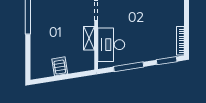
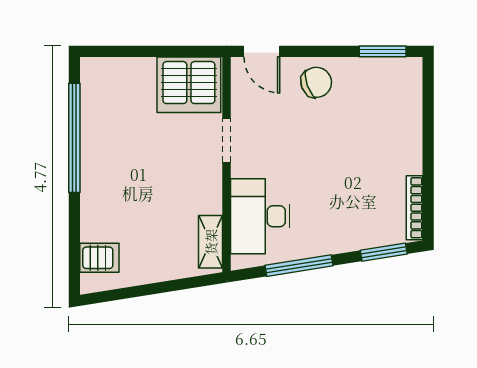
shelving: (89, 38) -> (211, 242), moved
server rack: (60, 66) -> (99, 258), moved, turned 99

